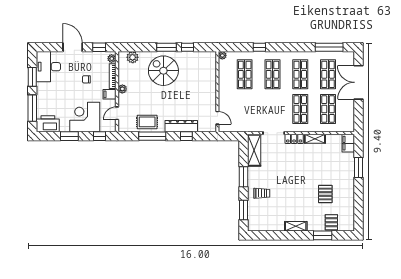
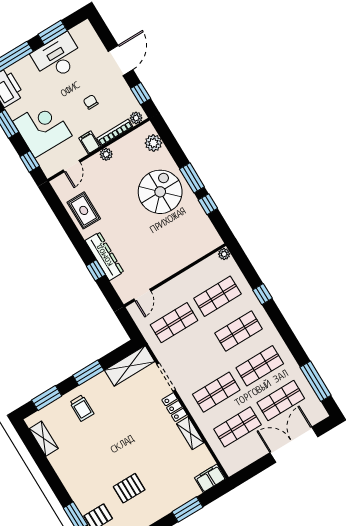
desk: (48, 67) -> (57, 57), moved
shop shelf: (245, 109) -> (174, 323), added
door: (117, 113) -> (72, 166), swing flipped
window: (152, 136) -> (70, 228), removed
shelving: (296, 226) -> (44, 439), moved

